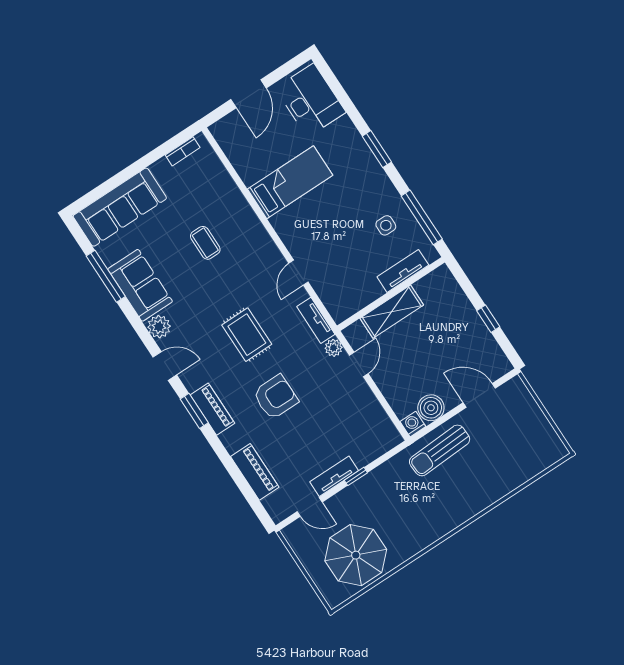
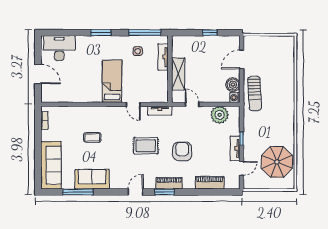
bed: (290, 182) -> (112, 81), moved
plant: (159, 327) -> (116, 183), removed
plant: (334, 348) -> (219, 115), moved, width x1.88, depth x1.88

